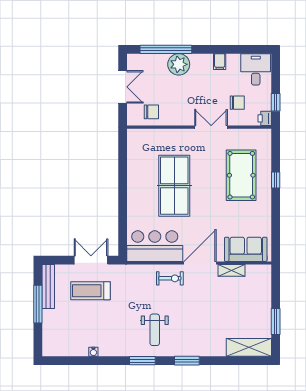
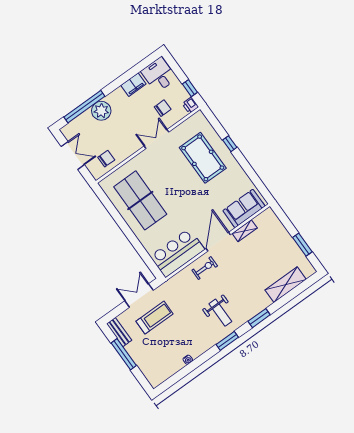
filing cabinet: (220, 62) -> (133, 85), width x2.00
table tennis table: (174, 186) -> (140, 200), moved
bench: (48, 286) -> (119, 332), width x0.73
treadmill: (91, 291) -> (154, 318), turned 180
shelving: (249, 347) -> (286, 285), moved

